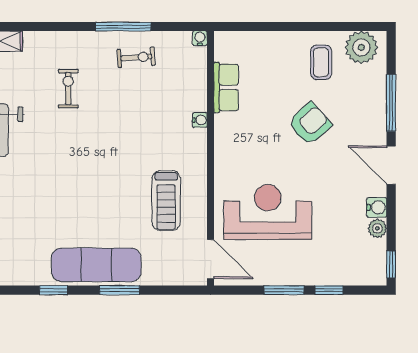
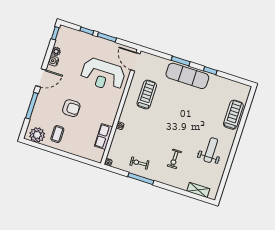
armchair: (310, 124) -> (71, 108), turned -138
door: (391, 165) -> (41, 78), hinge flipped

